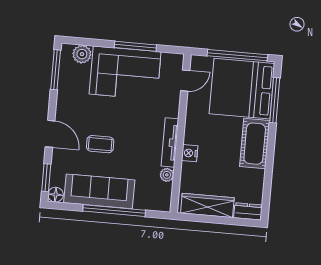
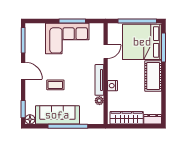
plant: (82, 54) -> (39, 29), removed
door: (185, 81) -> (106, 52), moved
door: (50, 134) -> (23, 71), moved

